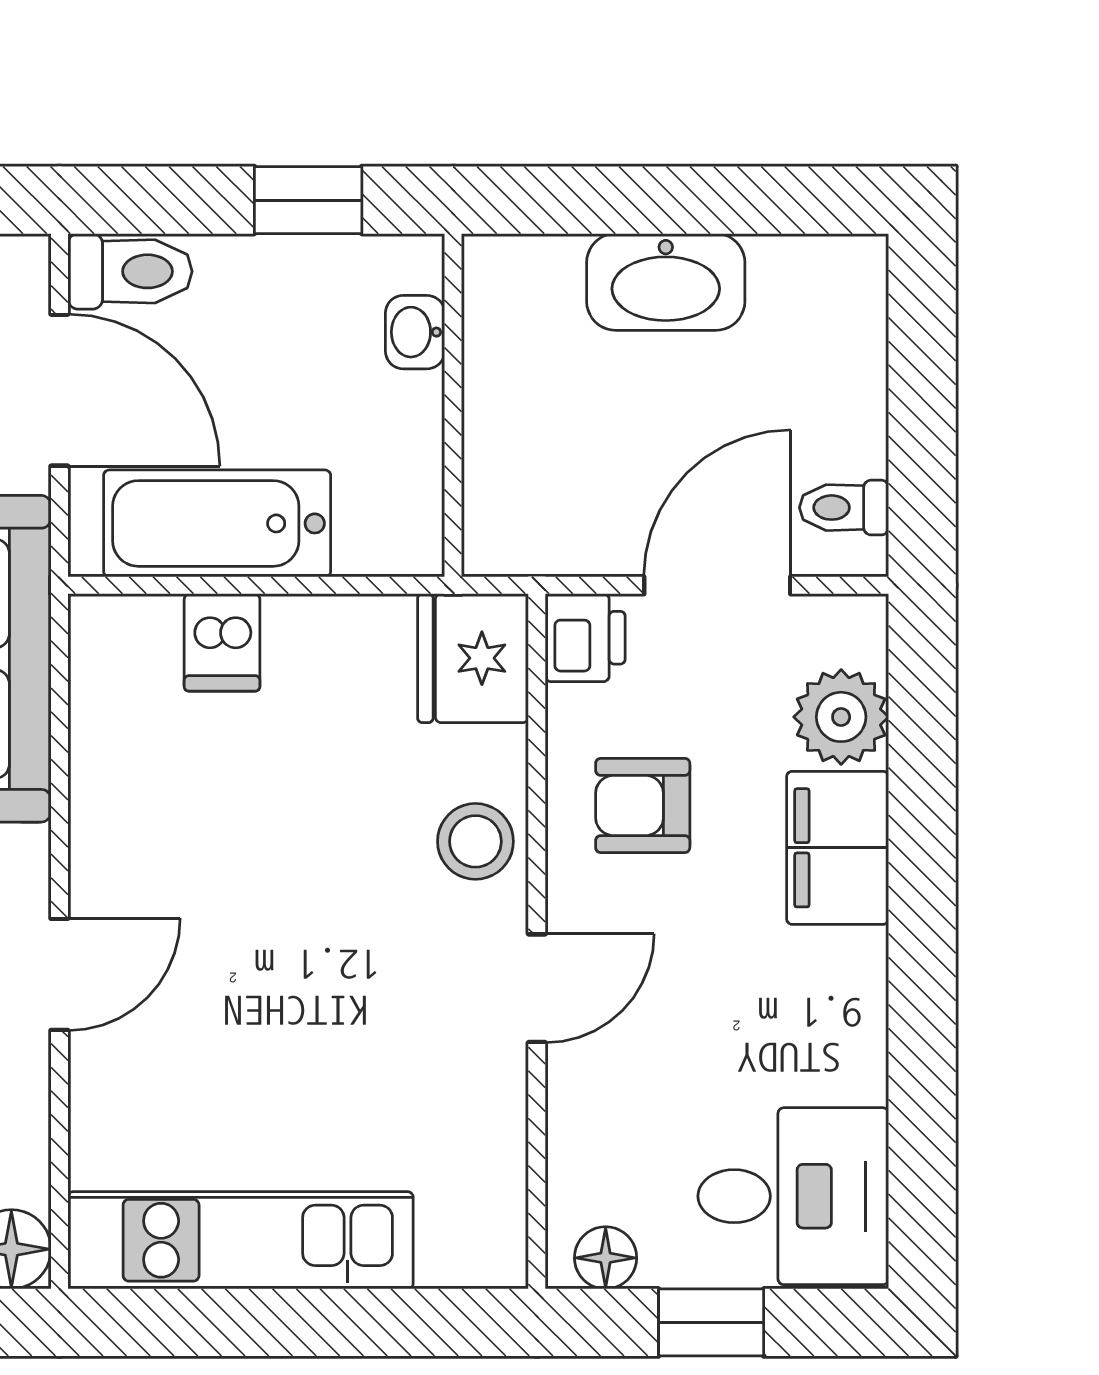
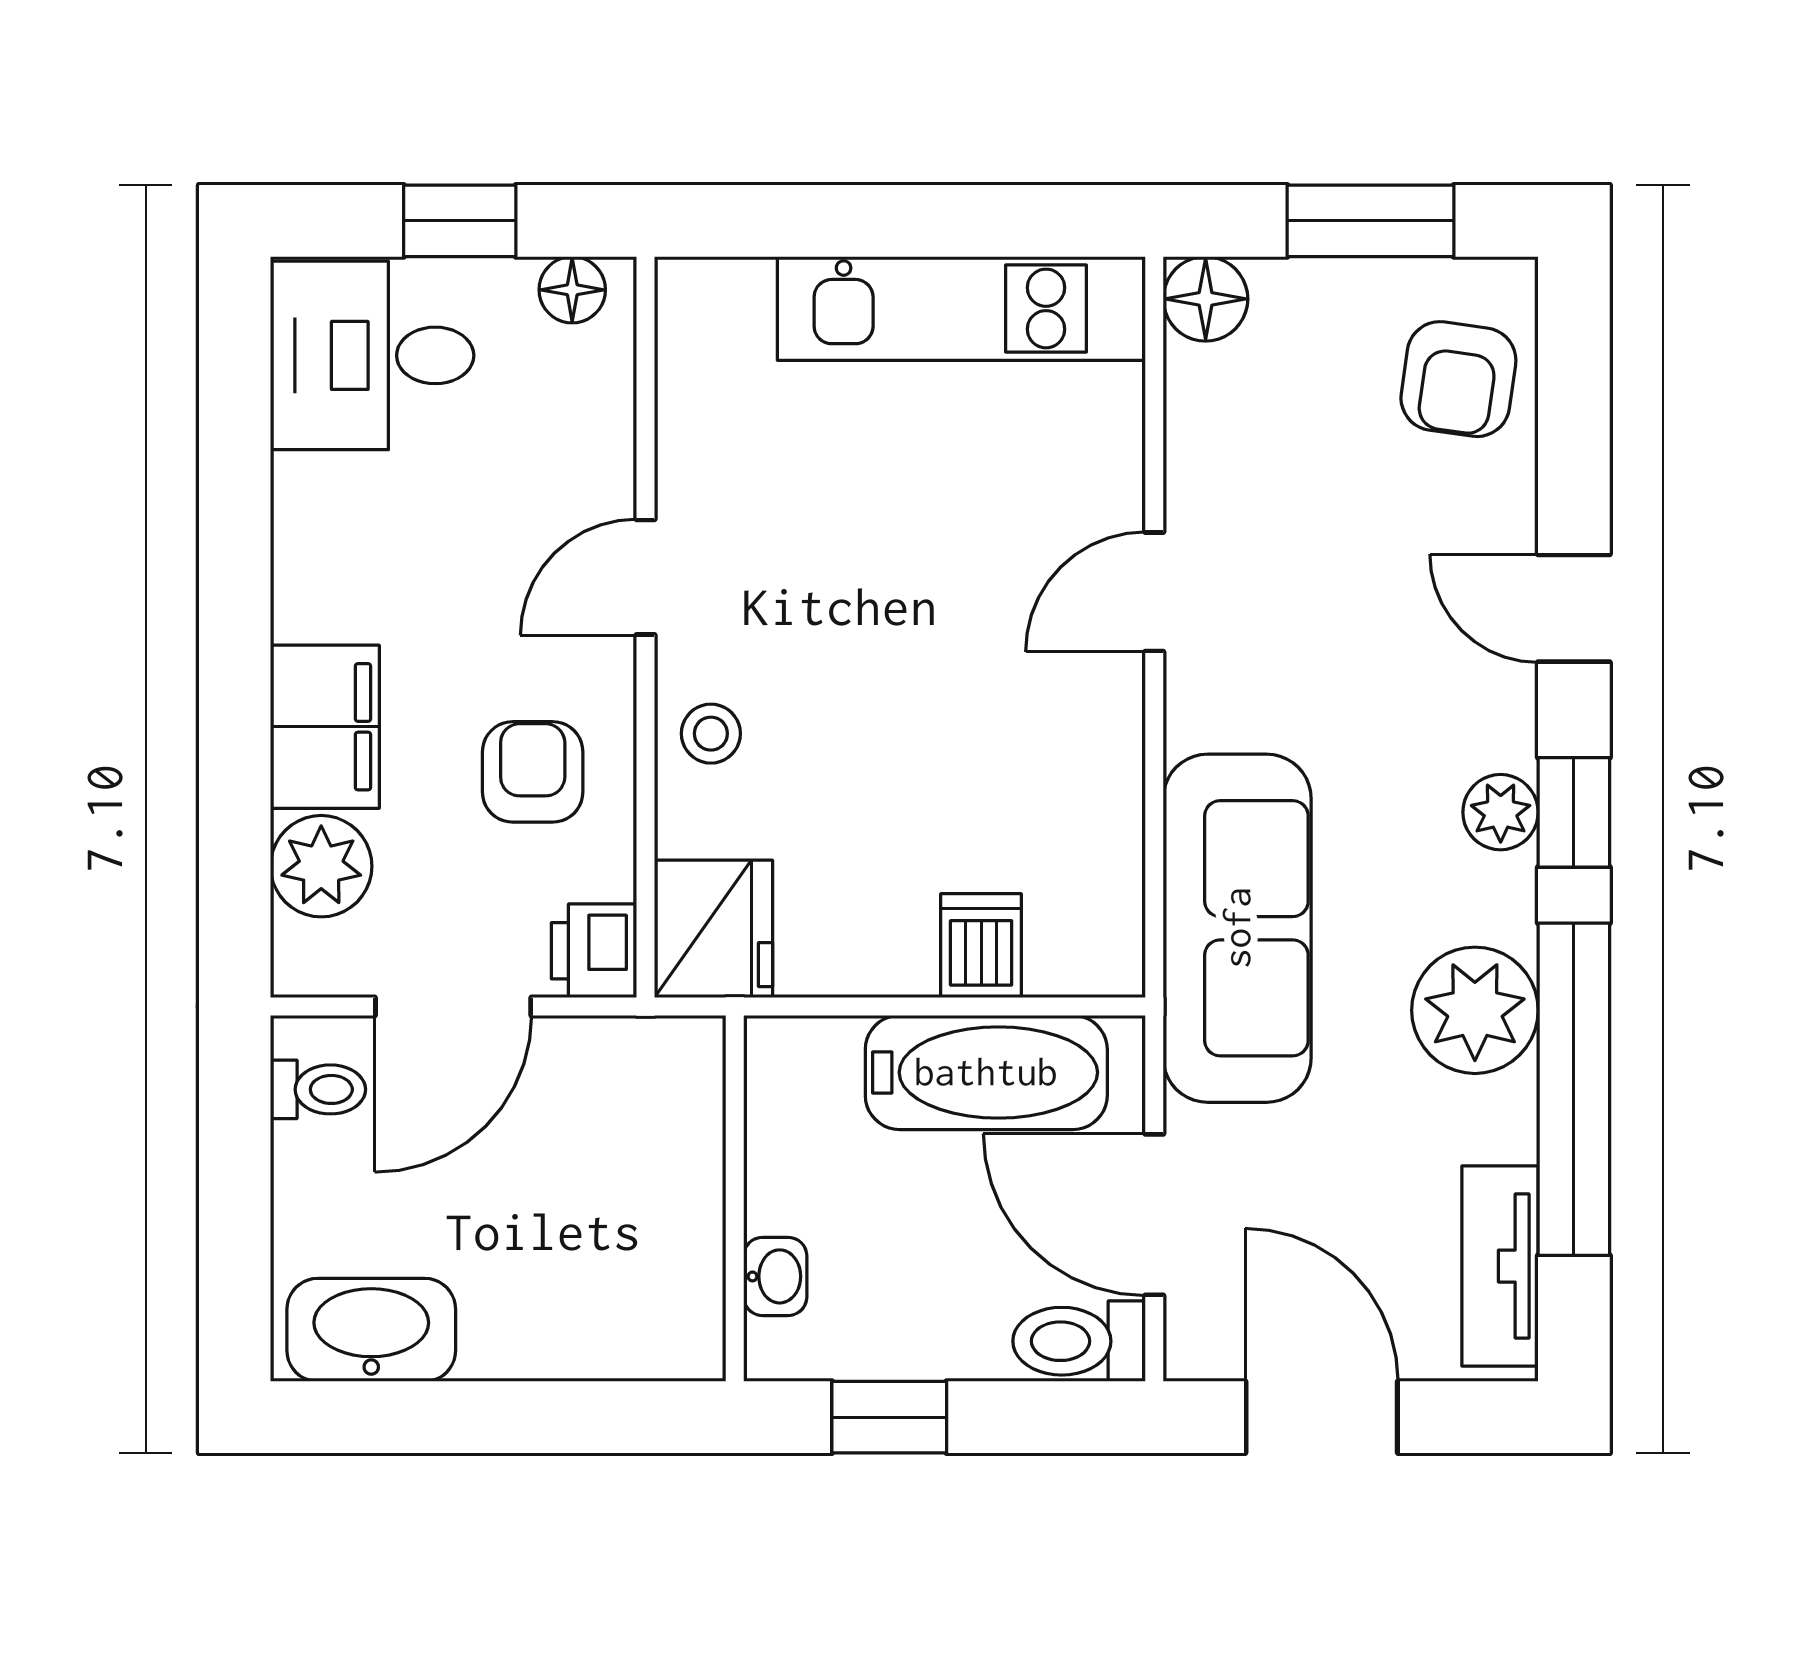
washbasin: (666, 282) -> (371, 1330), moved
armchair: (643, 805) -> (533, 772), turned -90
stool: (475, 841) -> (711, 734), width x0.73, depth x0.73

